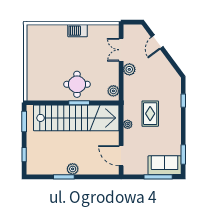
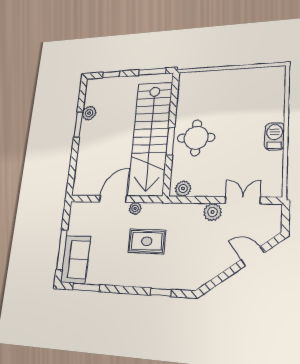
door: (121, 156) -> (113, 199), moved
plant: (73, 169) -> (89, 113), moved

